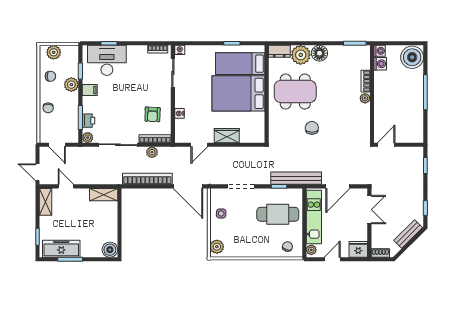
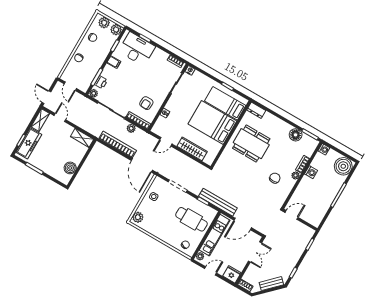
floor lamp: (319, 53) -> (296, 135), moved
plant: (301, 55) -> (269, 121), removed
washing machine: (380, 64) -> (311, 172), moved
plant: (71, 85) -> (116, 30), moved
chair: (312, 128) -> (275, 178), moved
wardrobe: (227, 136) -> (192, 149), width x1.50
freezer: (61, 249) -> (29, 143), moved, turned 90
boiler: (110, 250) -> (70, 168), moved

